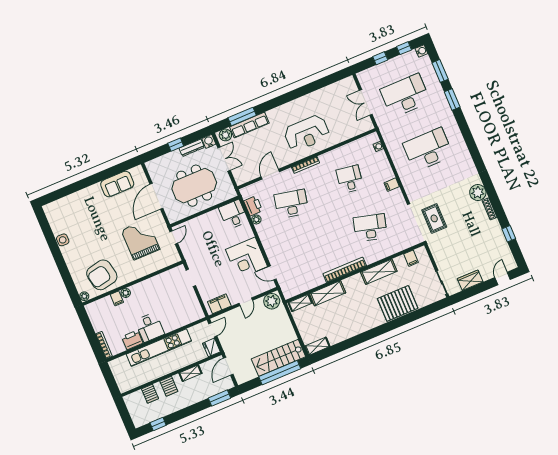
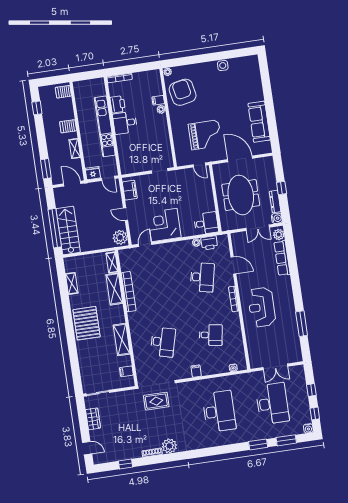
double door: (366, 102) -> (275, 367), swing flipped
window: (242, 117) -> (302, 324), moved
sofa: (117, 184) -> (259, 122), width x1.36
bookcase: (345, 270) -> (129, 292), moved
pallet: (398, 303) -> (87, 323), moved
shelving: (317, 346) -> (72, 283), moved
server rack: (150, 394) -> (63, 92), moved

